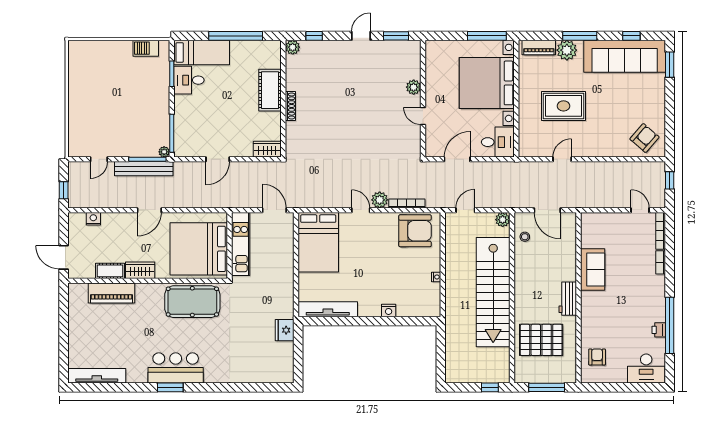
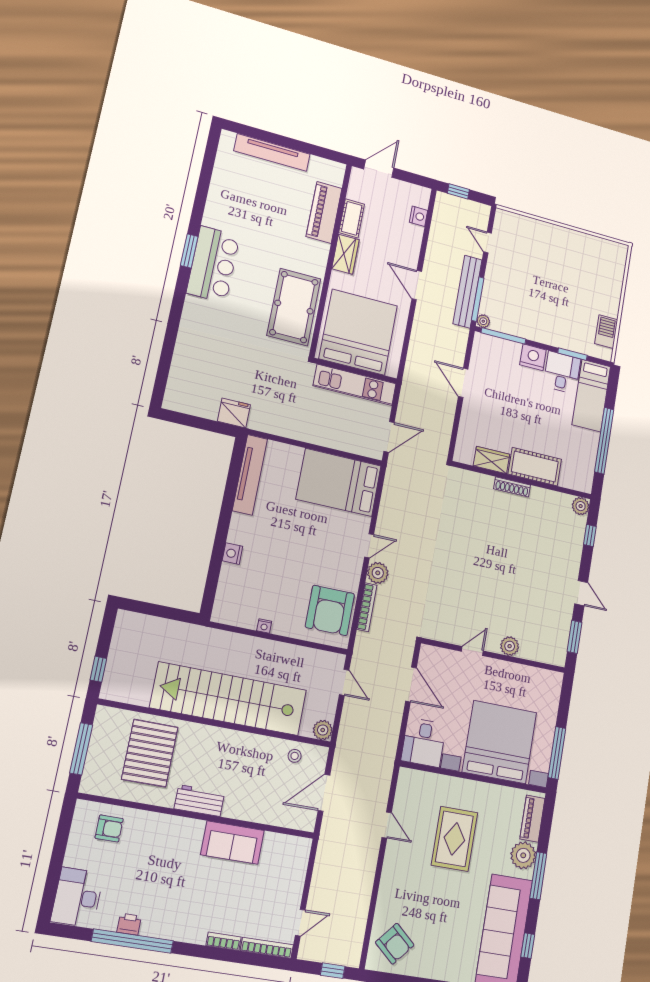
nightstand: (183, 106) -> (533, 357), added
wardrobe: (267, 149) -> (492, 460), moved, turned -90
tv unit: (97, 376) -> (272, 152), moved, turned 90

